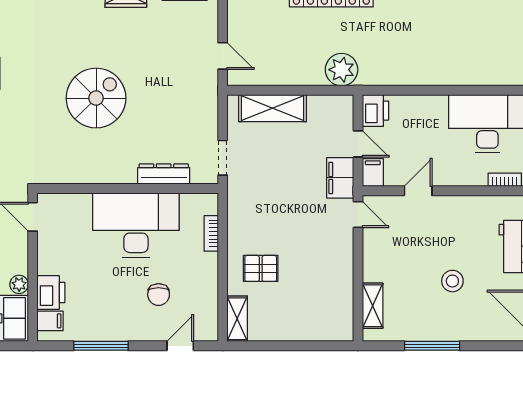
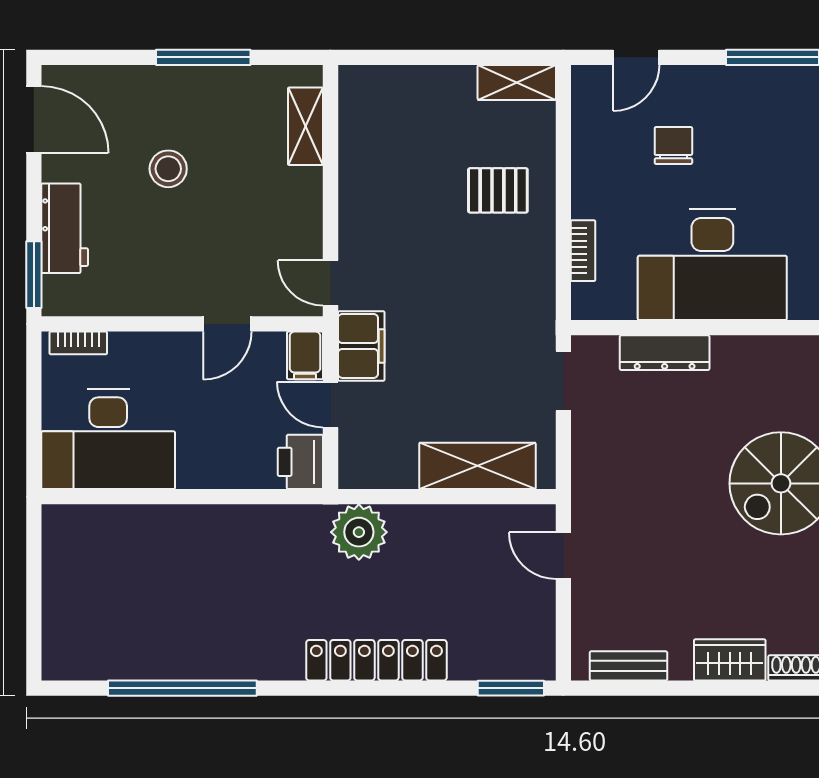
shelving: (237, 319) -> (517, 82), moved, turned 90

